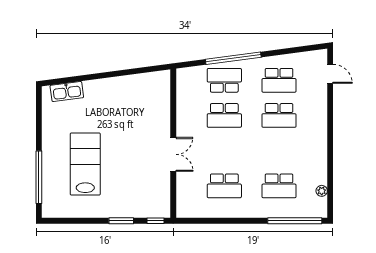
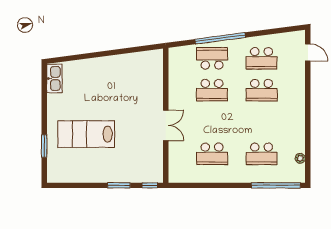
kitchen sink: (67, 92) -> (54, 78), moved, turned -82
lab bench: (85, 164) -> (86, 134), turned -90
window: (39, 177) -> (44, 146), width x0.47

